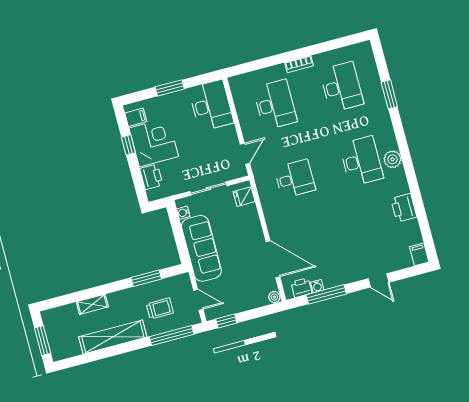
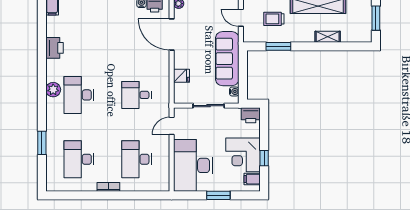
desk: (211, 105) -> (193, 165), width x1.36, depth x1.30
printer: (151, 177) -> (251, 115), moved, turned -90
fridge: (244, 197) -> (181, 76), moved

